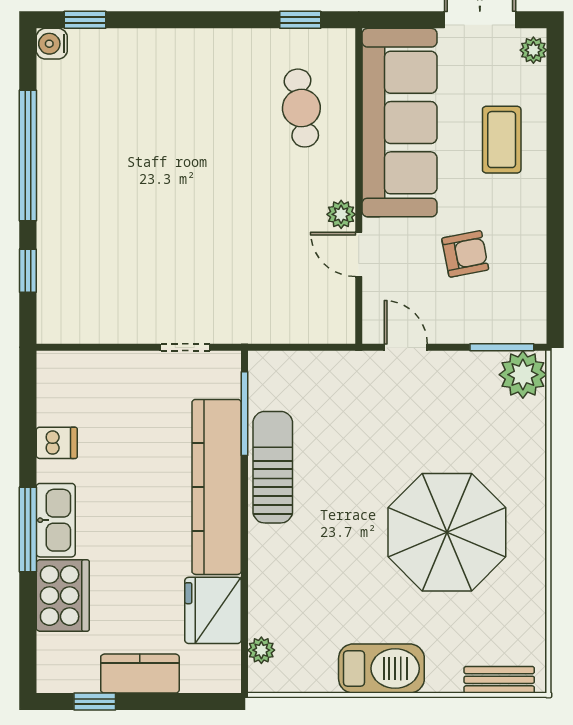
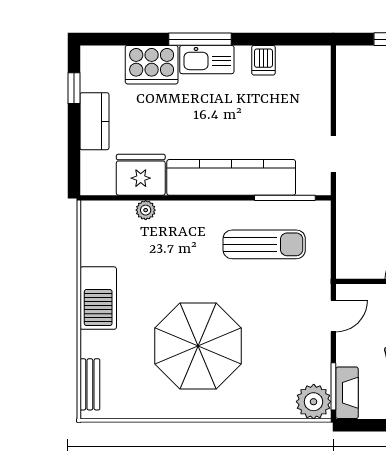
fireplace: (511, 329) -> (347, 393), added
sun lounger: (273, 467) -> (264, 244), moved
plant: (261, 650) -> (146, 210), moved

